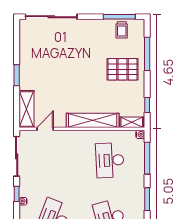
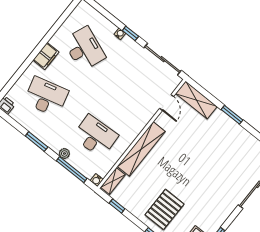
plant: (140, 172) -> (64, 153), added

